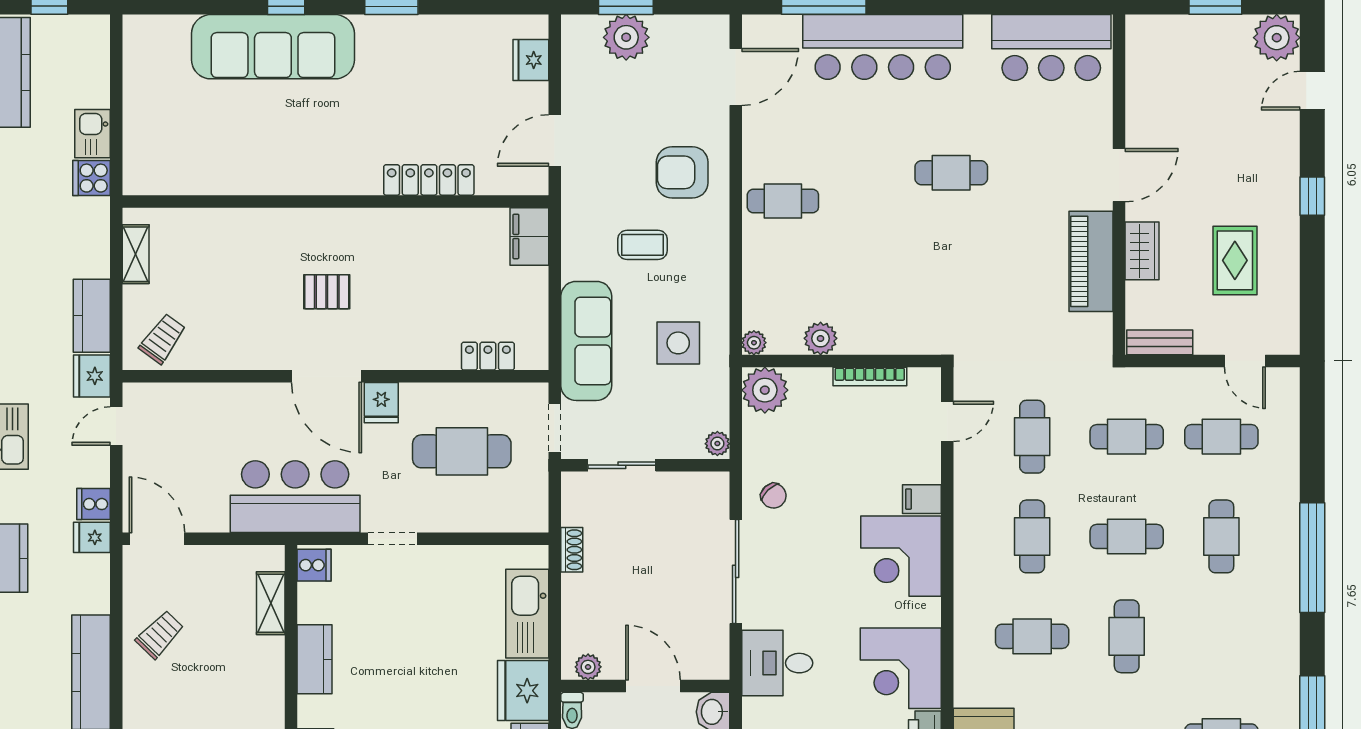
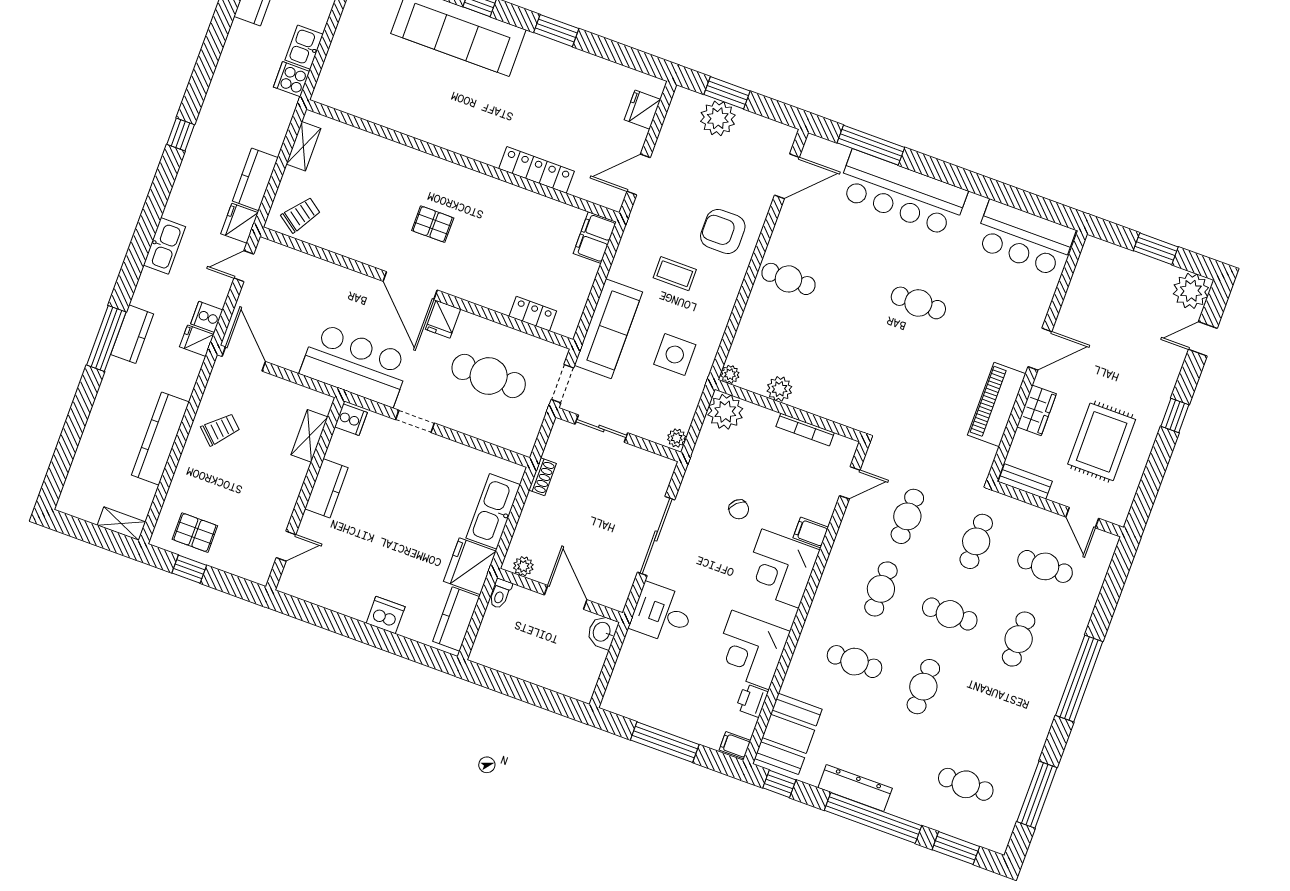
rug: (1235, 260) -> (1102, 442), width x1.36, depth x1.43
cafe table: (1127, 437) -> (976, 541), turned 90
chair: (773, 496) -> (739, 509), moved

